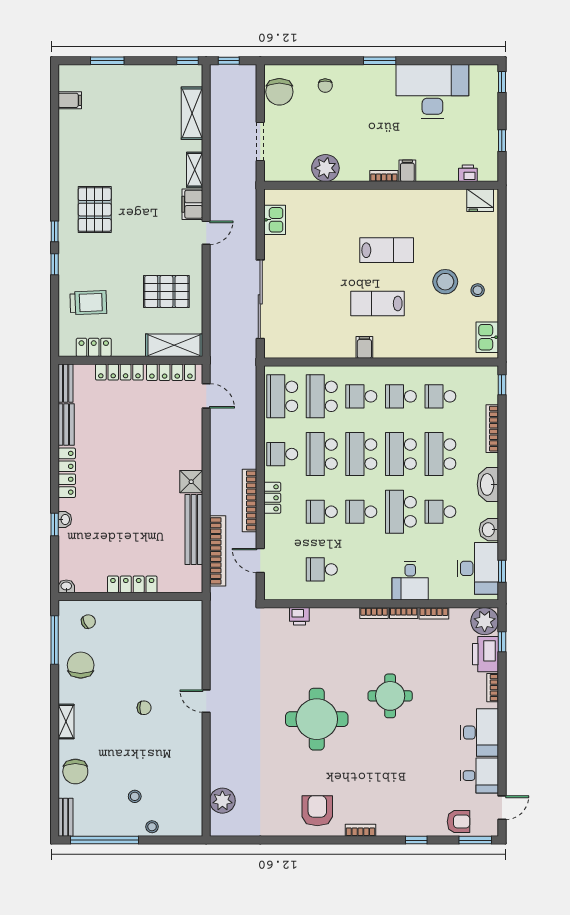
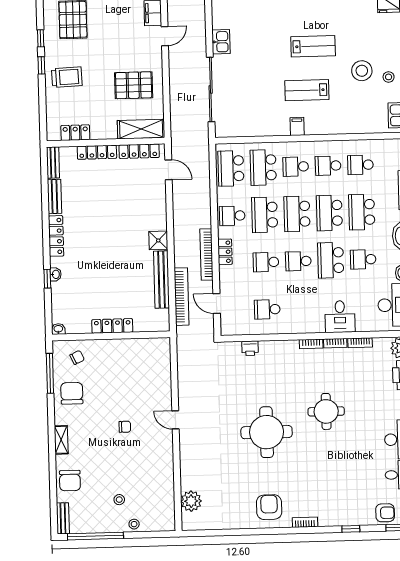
kitchen sink: (275, 220) -> (221, 42), moved
trolley: (88, 303) -> (67, 77), moved

